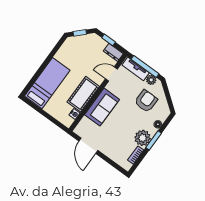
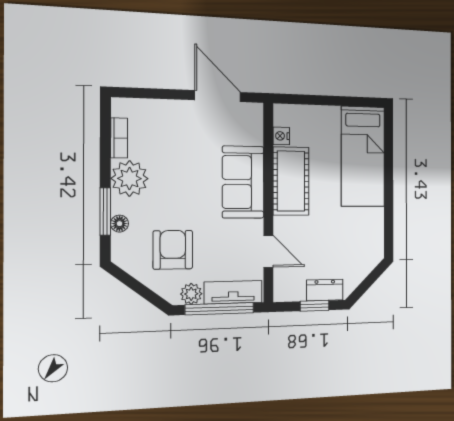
window: (80, 33) -> (369, 280), removed
dresser: (113, 52) -> (325, 290), moved
door: (111, 74) -> (268, 251), hinge flipped
armchair: (146, 101) -> (173, 250), turned 180
window: (154, 140) -> (105, 211), moved

